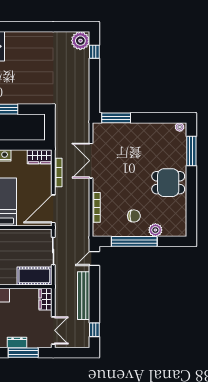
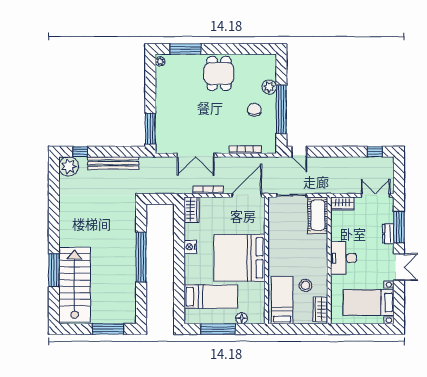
door: (53, 209) -> (247, 195), swing flipped
bench: (84, 296) -> (113, 163), moved

